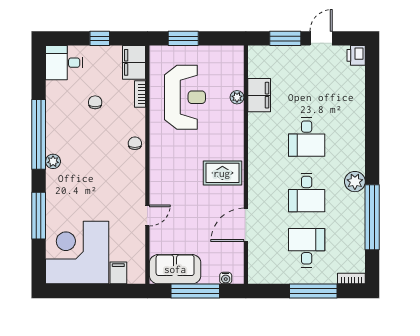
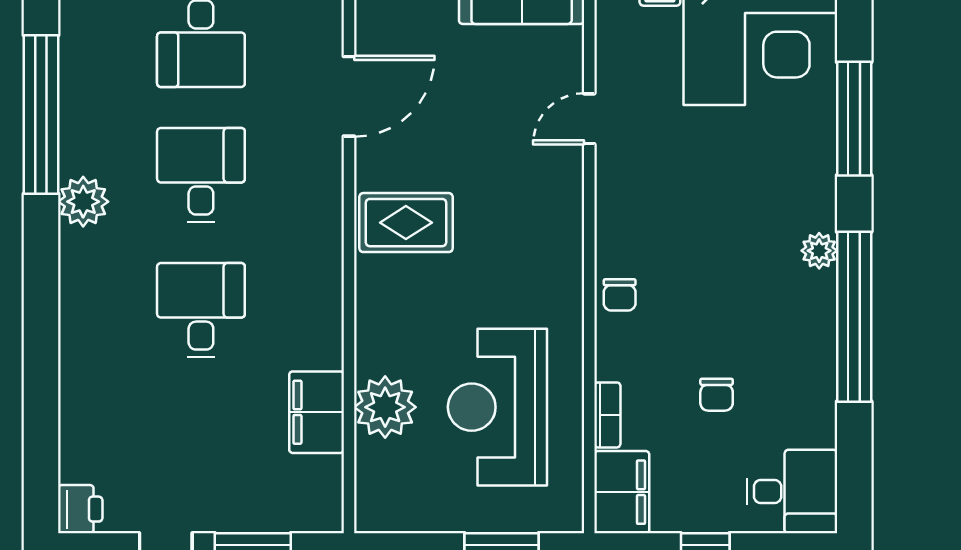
plant: (237, 97) -> (385, 407), width x1.88, depth x1.88

